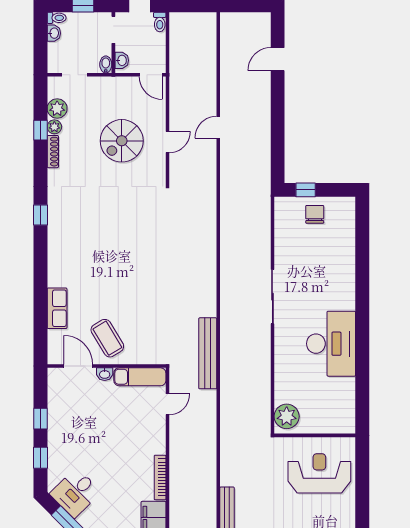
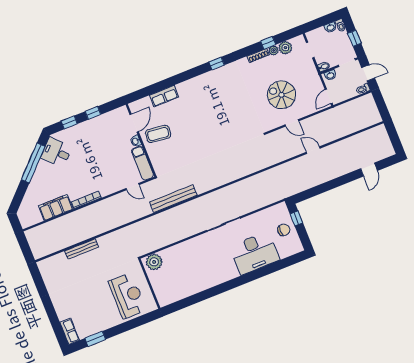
door: (278, 59) -> (369, 170), swing flipped
coffee table: (107, 338) -> (158, 134), turned 38
desk: (331, 344) -> (255, 253), moved

